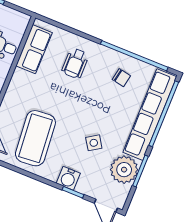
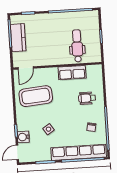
row of seats: (34, 49) -> (72, 73), moved
plant: (124, 170) -> (42, 153), removed
water cooler: (68, 178) -> (23, 137), moved

